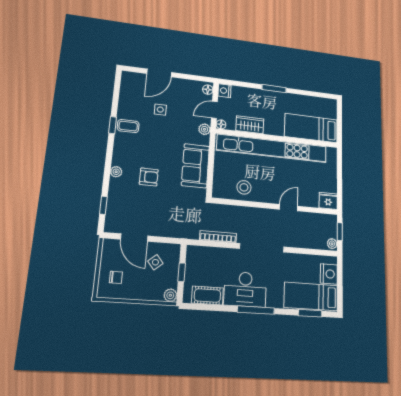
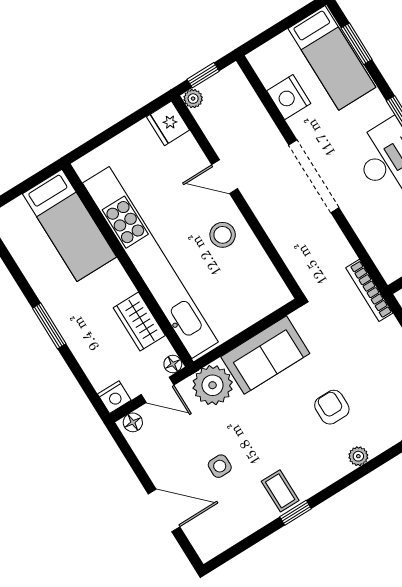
plant: (204, 129) -> (213, 385), width x1.87, depth x1.87
stool: (244, 187) -> (223, 235), moved
bookcase: (218, 237) -> (369, 290), moved
plant: (332, 244) -> (193, 99), moved
nightstand: (329, 274) -> (289, 97), moved, turned -90

